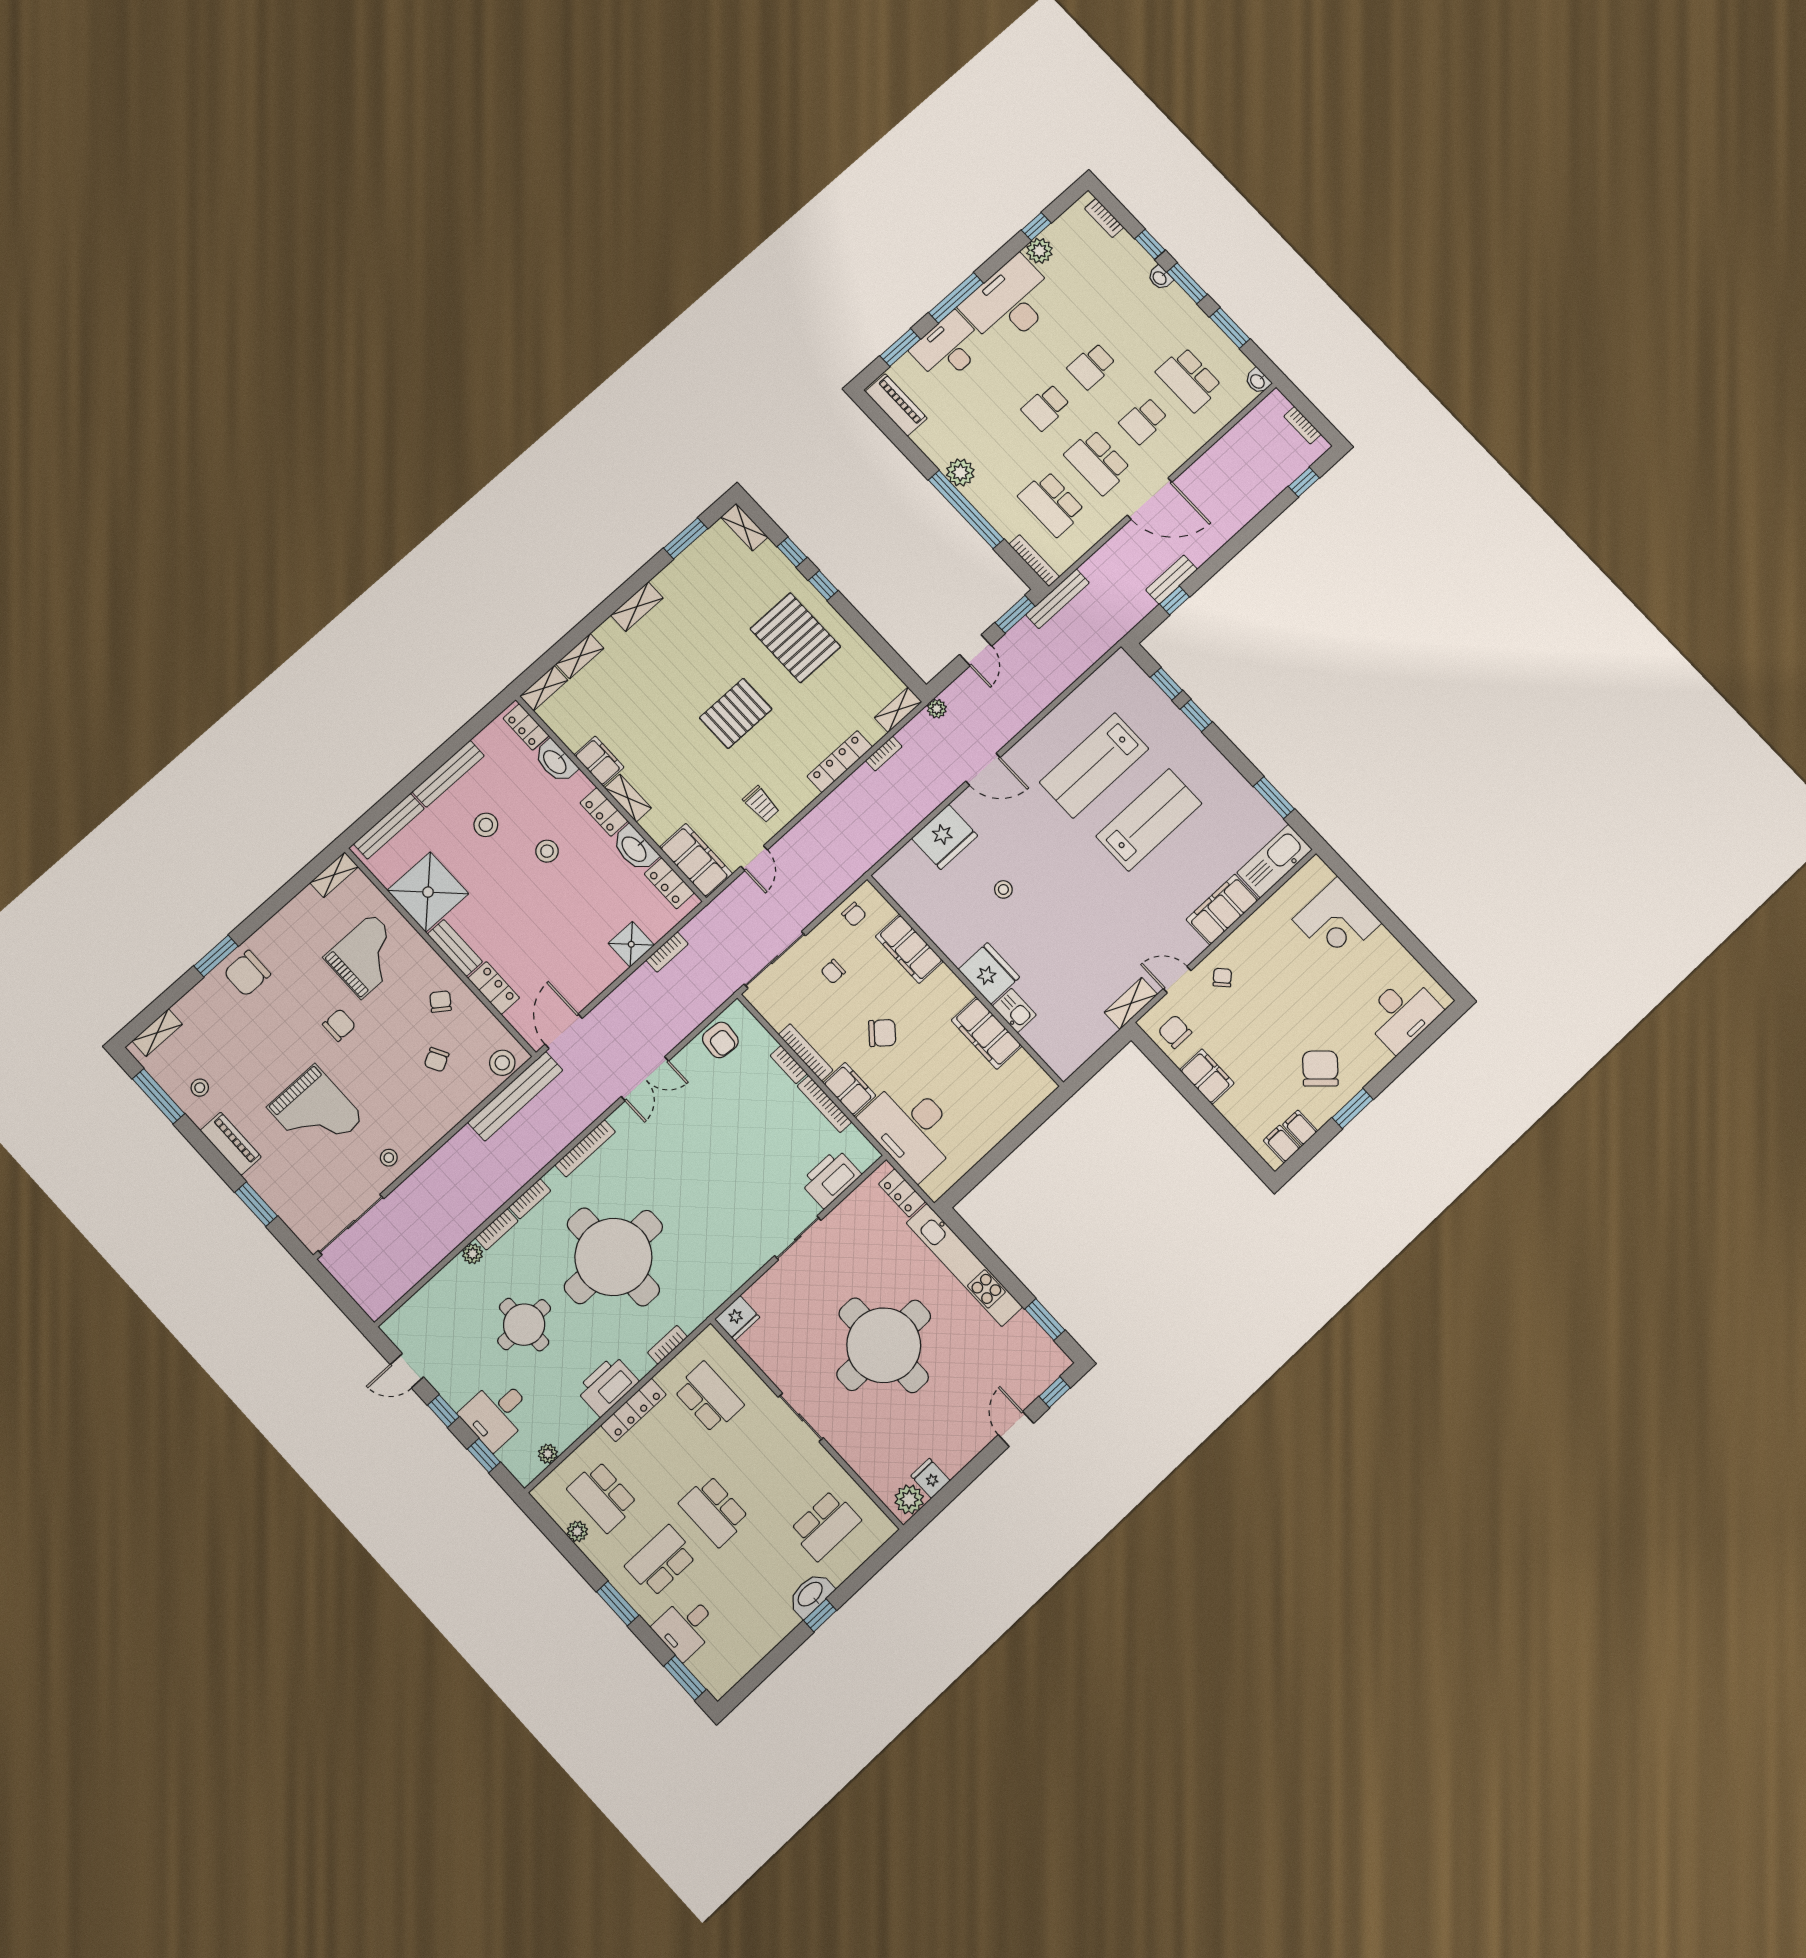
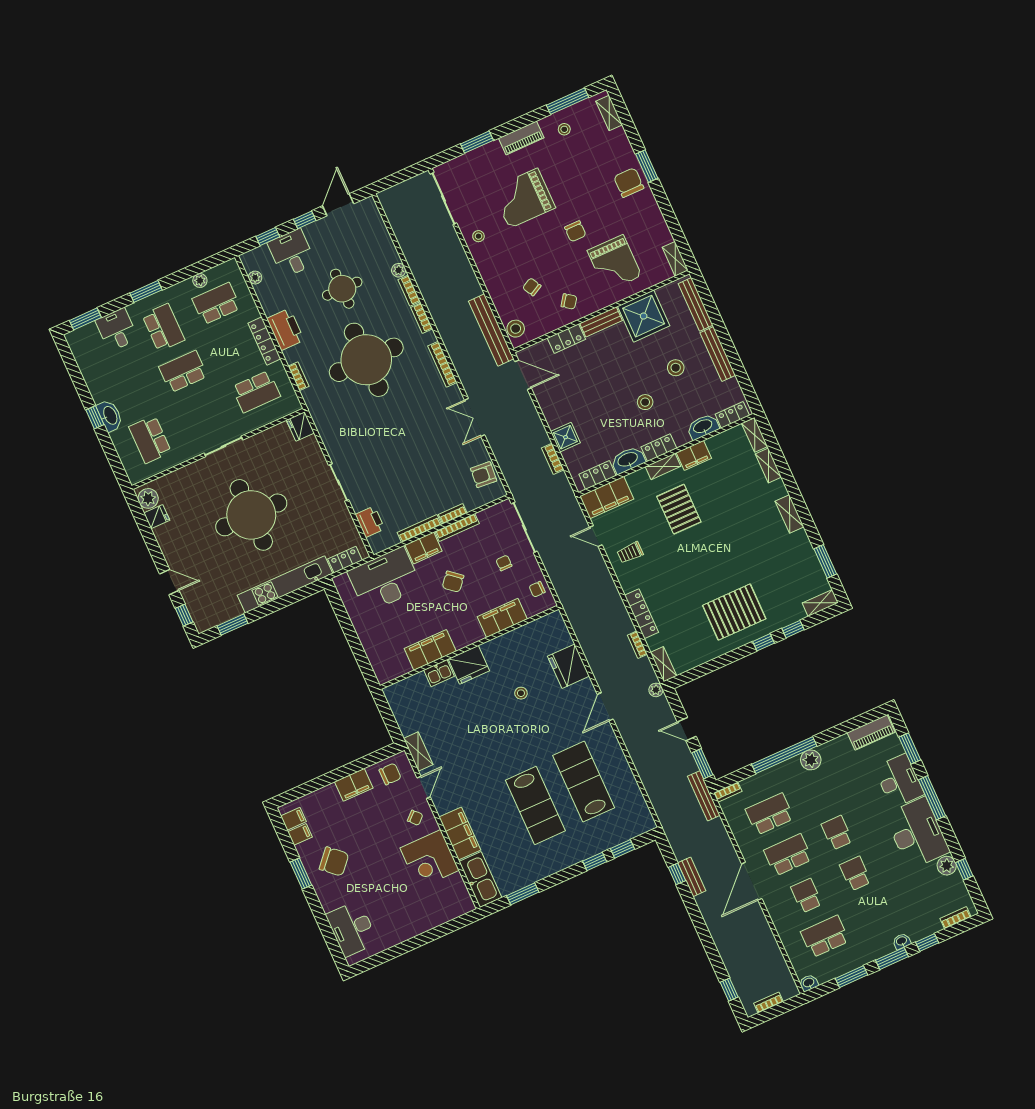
bookcase: (1034, 561) -> (728, 792), width x0.64
pallet: (736, 713) -> (679, 509), moved
corner desk: (1337, 921) -> (430, 859), moved, turned -90
printer: (831, 1178) -> (370, 522), width x0.73, depth x0.84
door: (407, 1371) -> (338, 205), width x1.38

